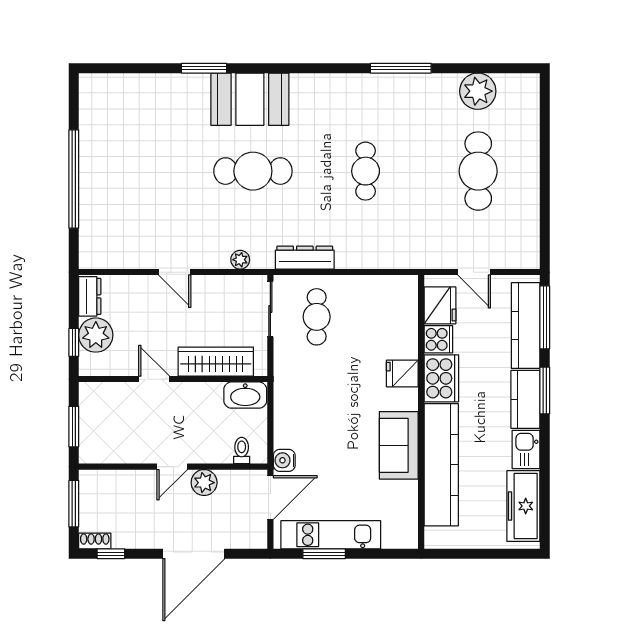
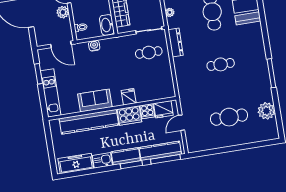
water cooler: (284, 460) -> (94, 46), moved
kitchen unit: (331, 535) -> (51, 93), moved

